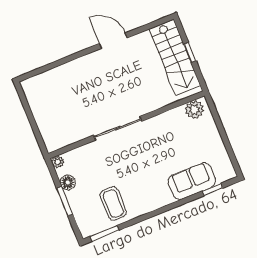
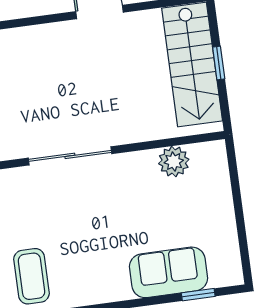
plant: (194, 110) -> (174, 162), moved

